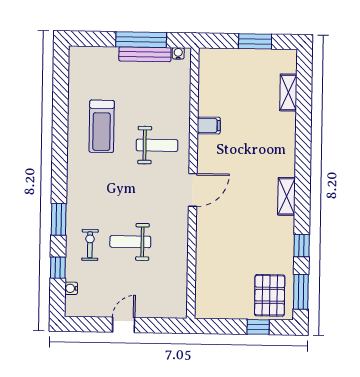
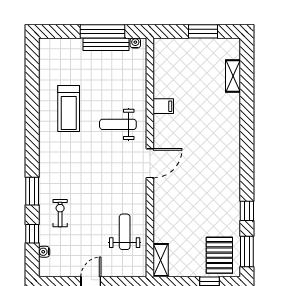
weight bench: (157, 145) -> (118, 124), turned 180
shelving: (287, 196) -> (161, 260), moved
weight bench: (130, 242) -> (125, 232), moved, turned 90

